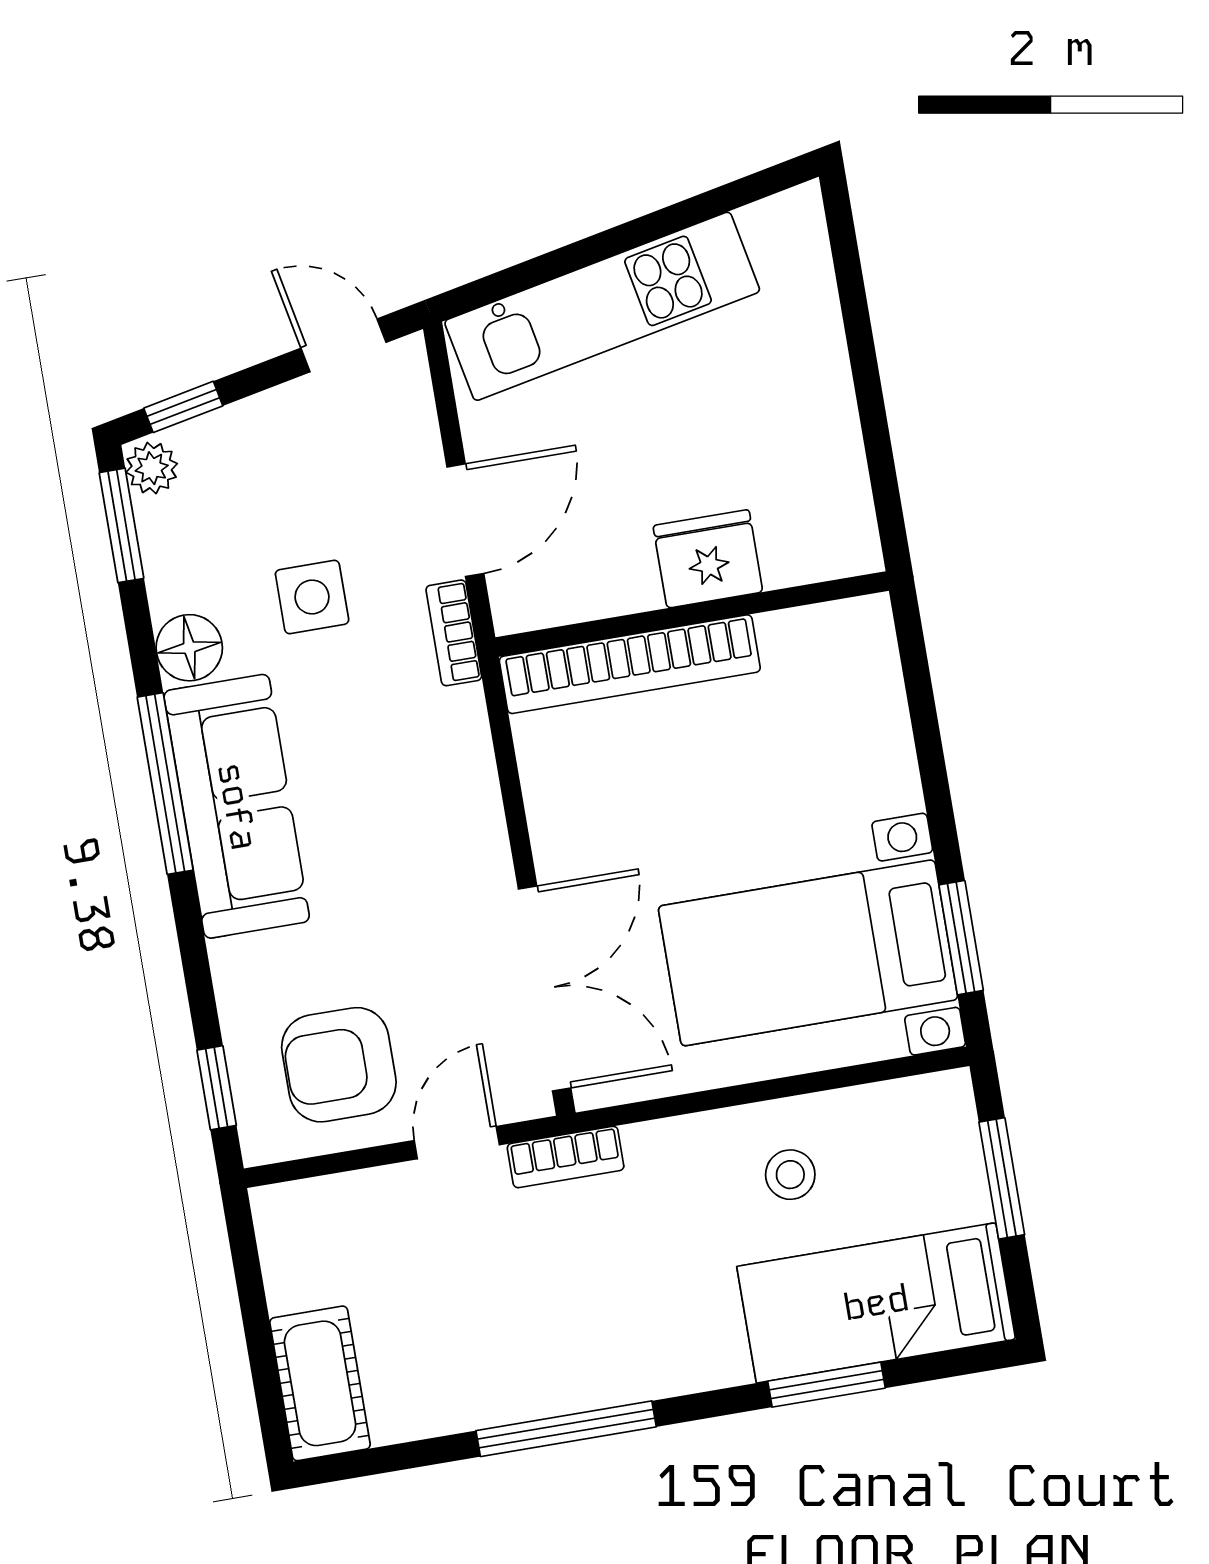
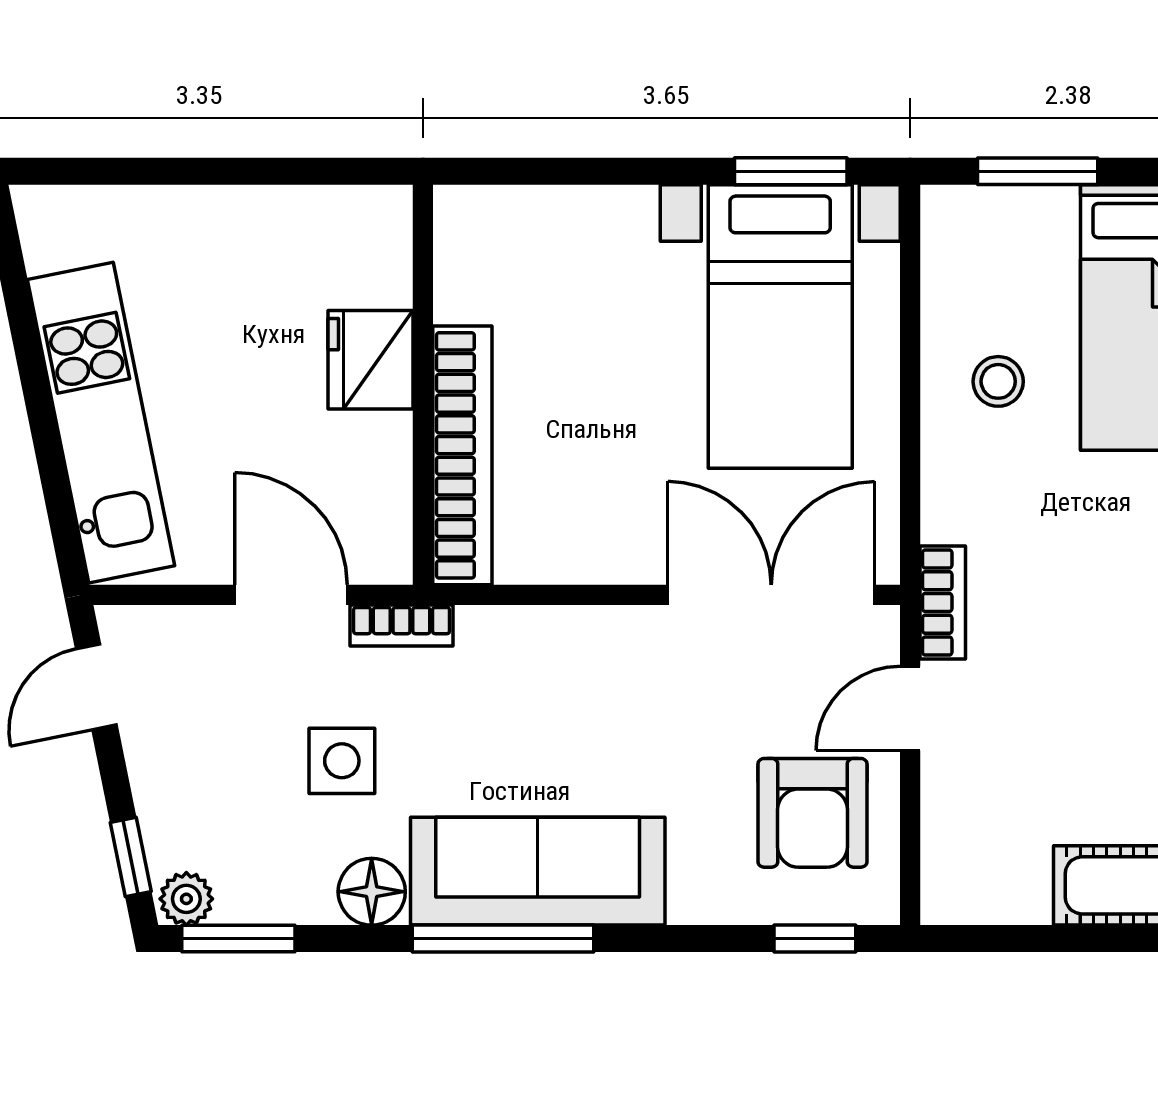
door: (457, 1143) -> (910, 708), hinge flipped

